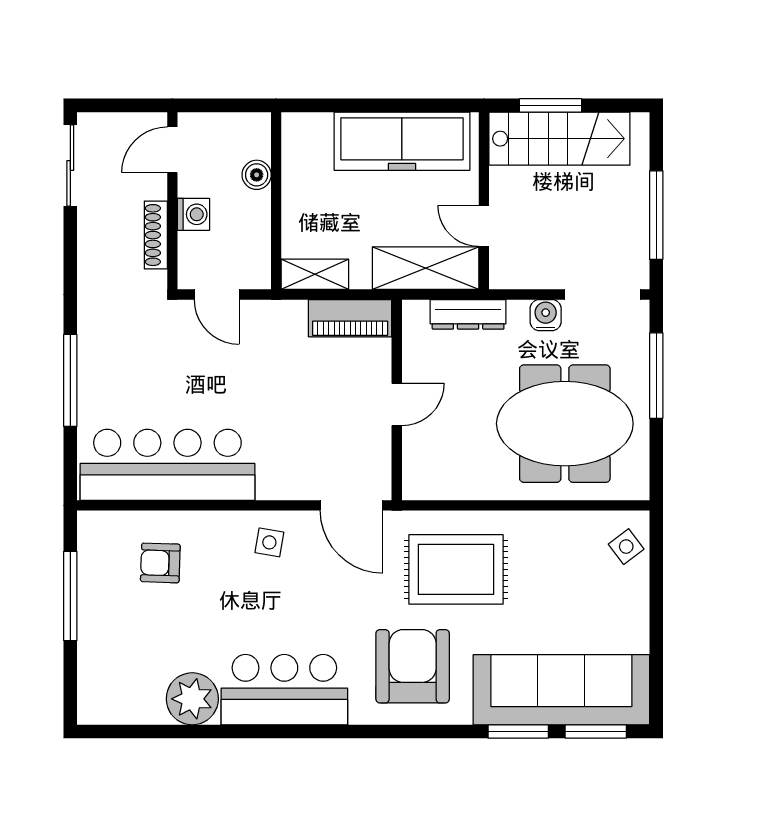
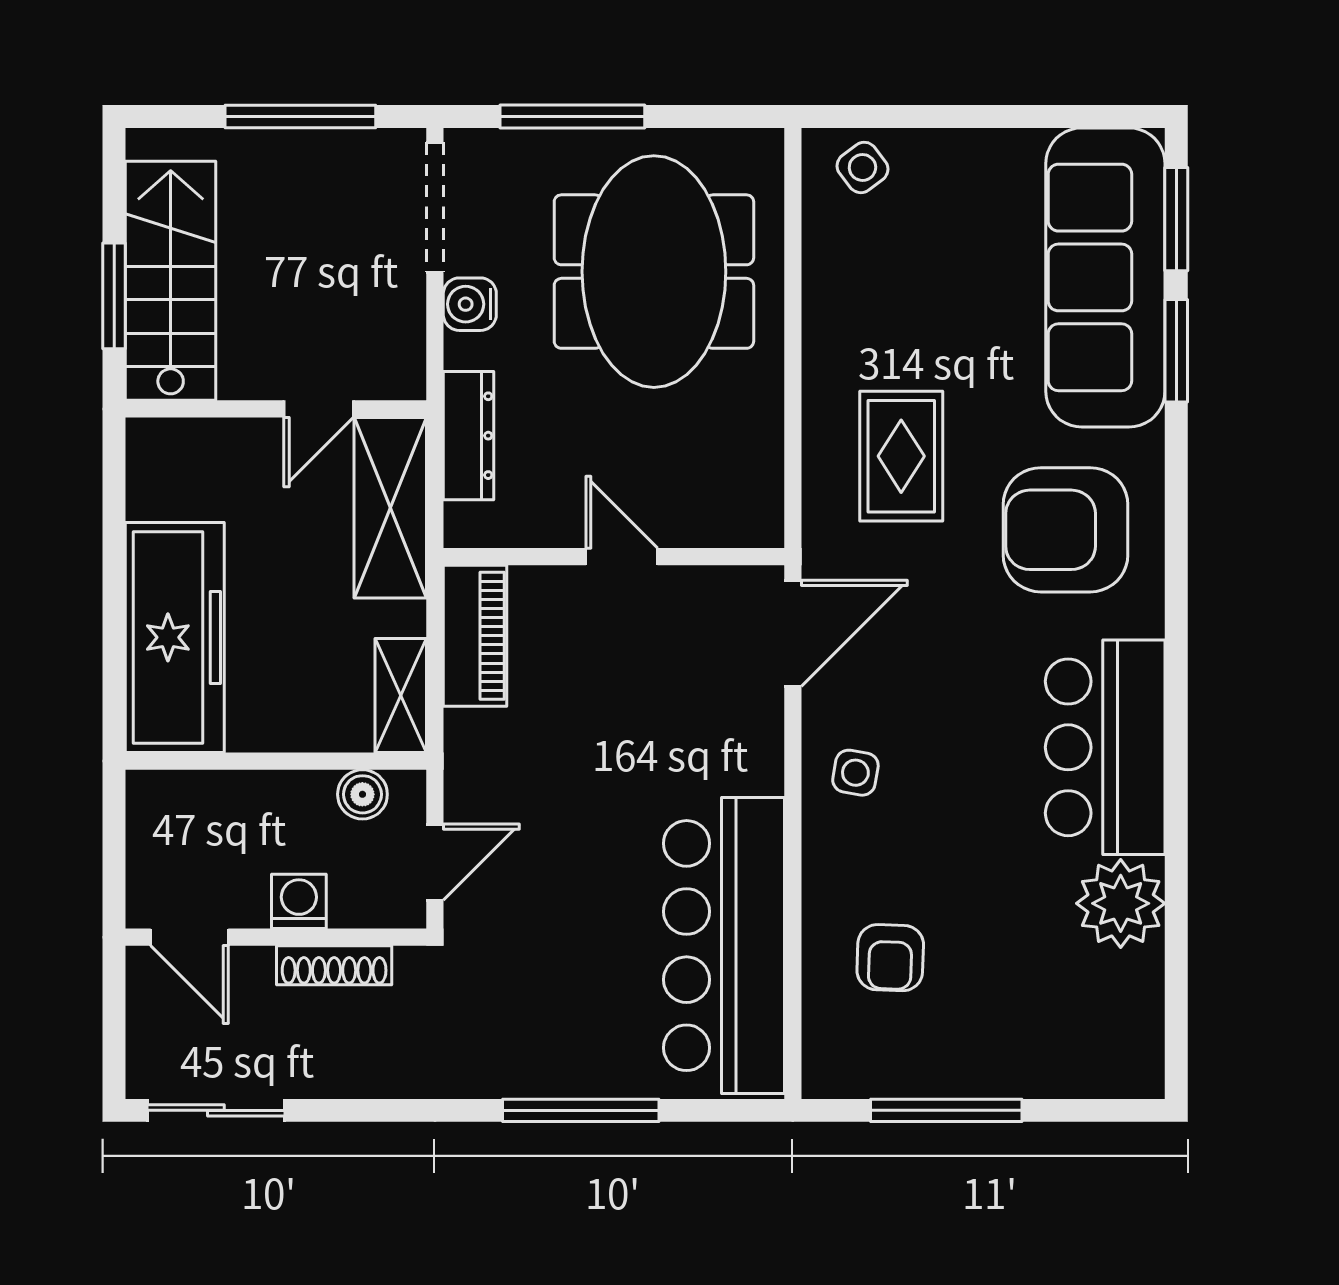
freezer: (402, 141) -> (175, 637), moved
boiler: (257, 175) -> (362, 794), moved
rug: (456, 569) -> (901, 456), width x0.73, depth x0.70

